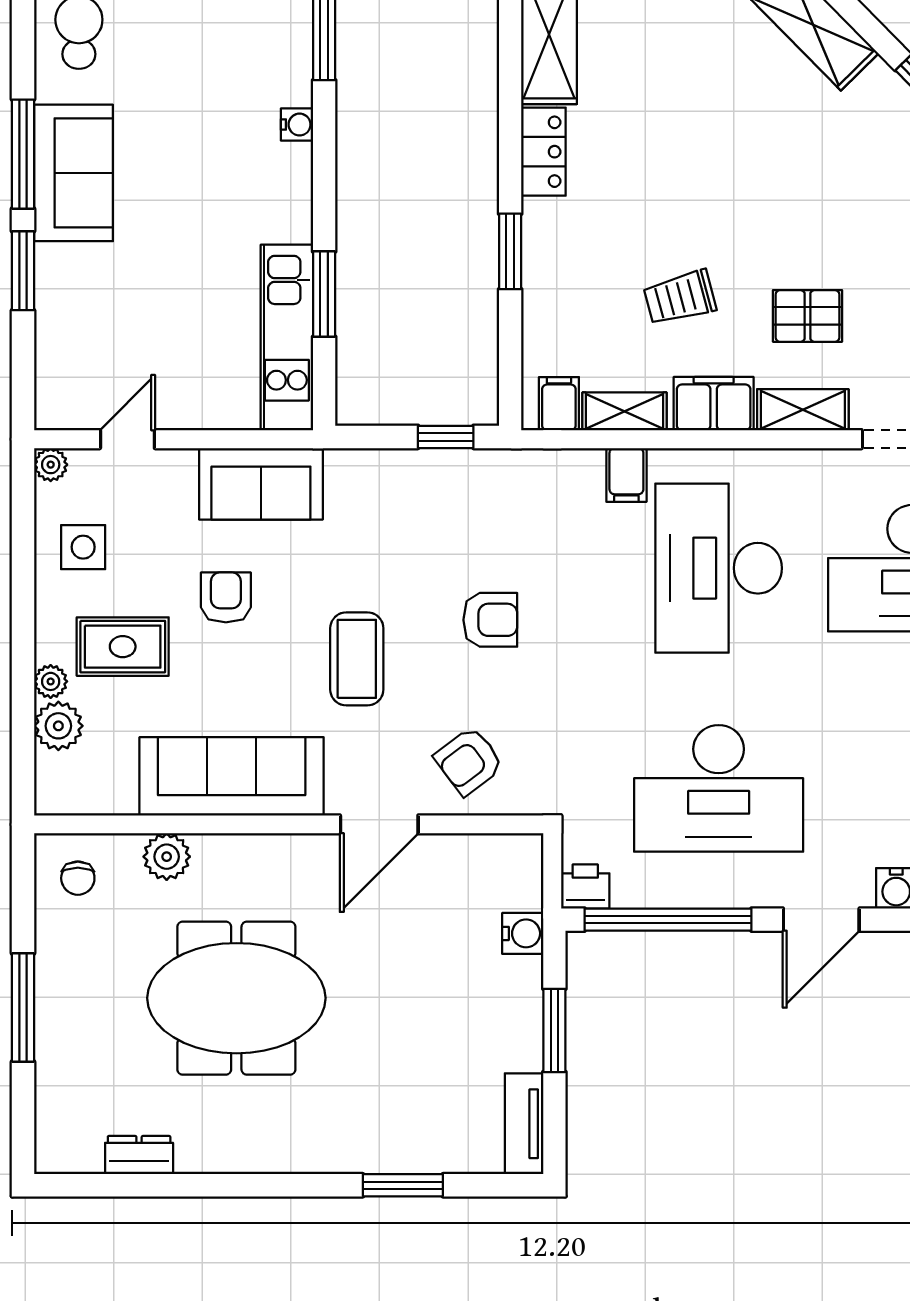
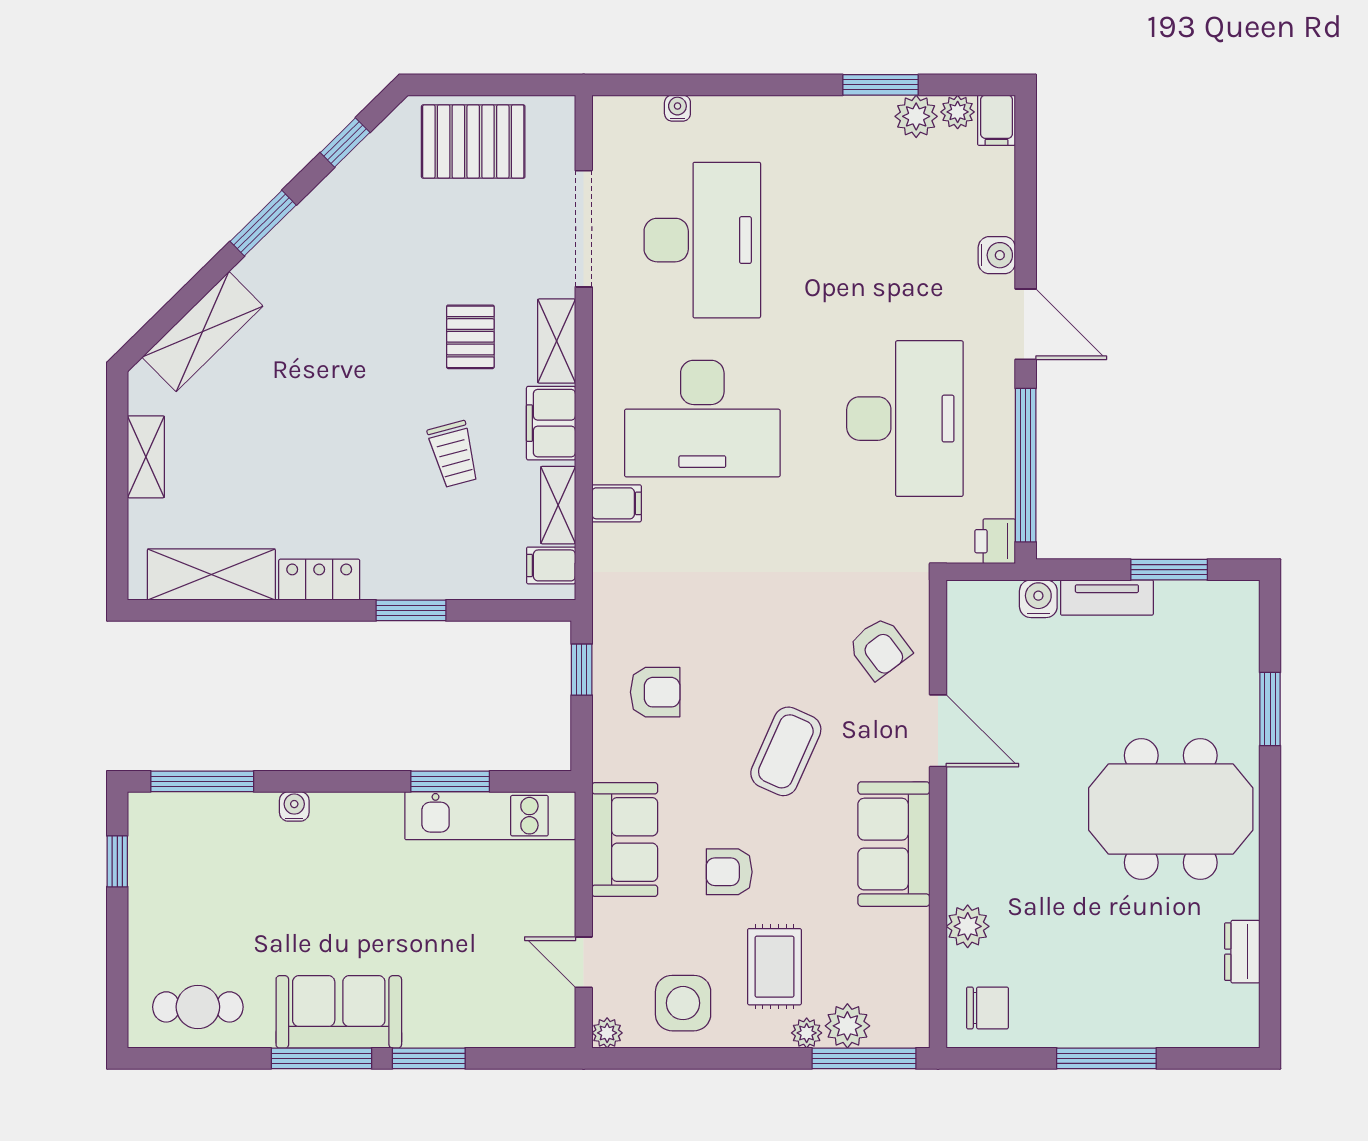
side table: (83, 547) -> (683, 1003), width x1.37, depth x1.37
armchair: (490, 620) -> (655, 692), moved, turned 90
coffee table: (357, 659) -> (786, 751), turned -66
window: (23, 744) -> (864, 1058), added
sofa: (232, 776) -> (894, 844), width x0.73
chair: (78, 878) -> (987, 1008), width x1.37, depth x1.37
meeting table: (236, 998) -> (1171, 809), moved, turned 90
window: (554, 1030) -> (1169, 570), moved
tv unit: (524, 1124) -> (1107, 598), moved

